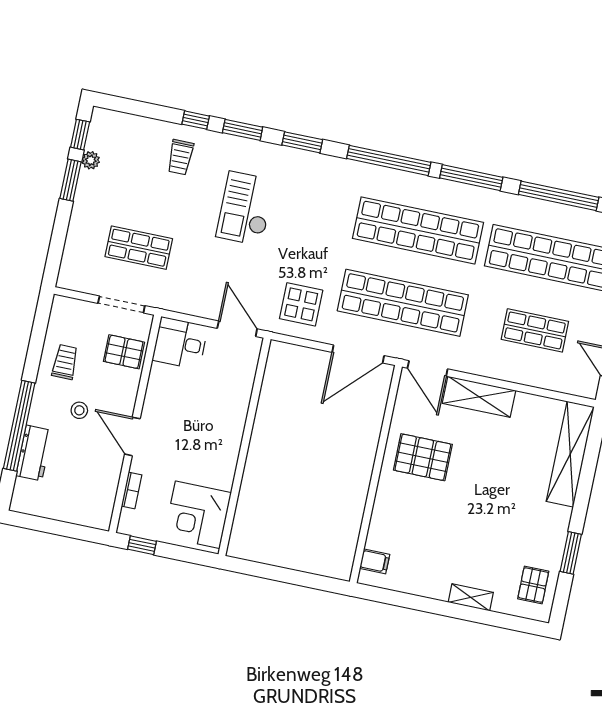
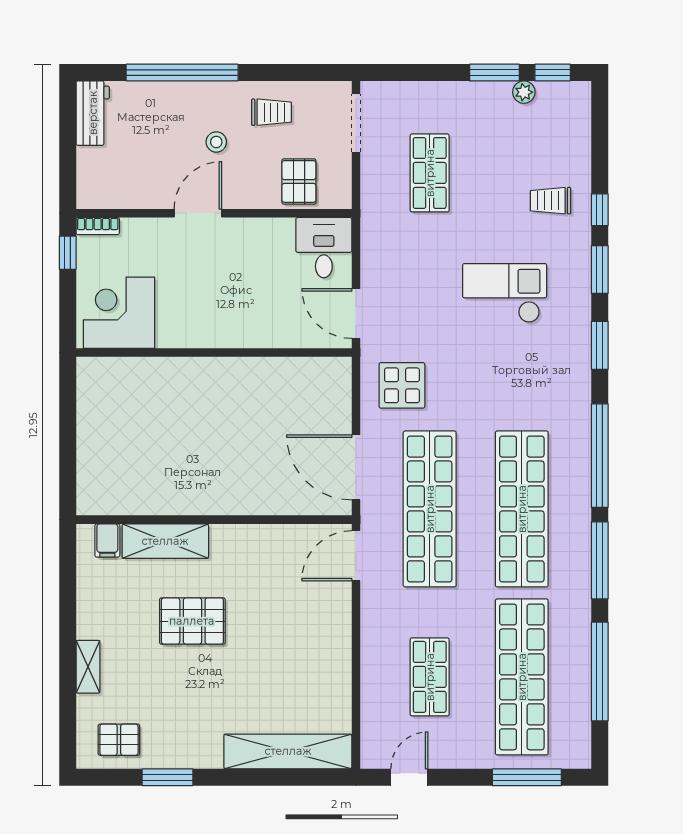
doorway: (121, 304) -> (356, 123), moved
door: (237, 329) -> (356, 314), swing flipped
shelving: (479, 397) -> (165, 541), moved, turned 90
workbench: (34, 453) -> (93, 113), moved, turned -90
pallet: (423, 457) -> (192, 621), moved, turned 90
bookcase: (132, 490) -> (98, 226), moved

